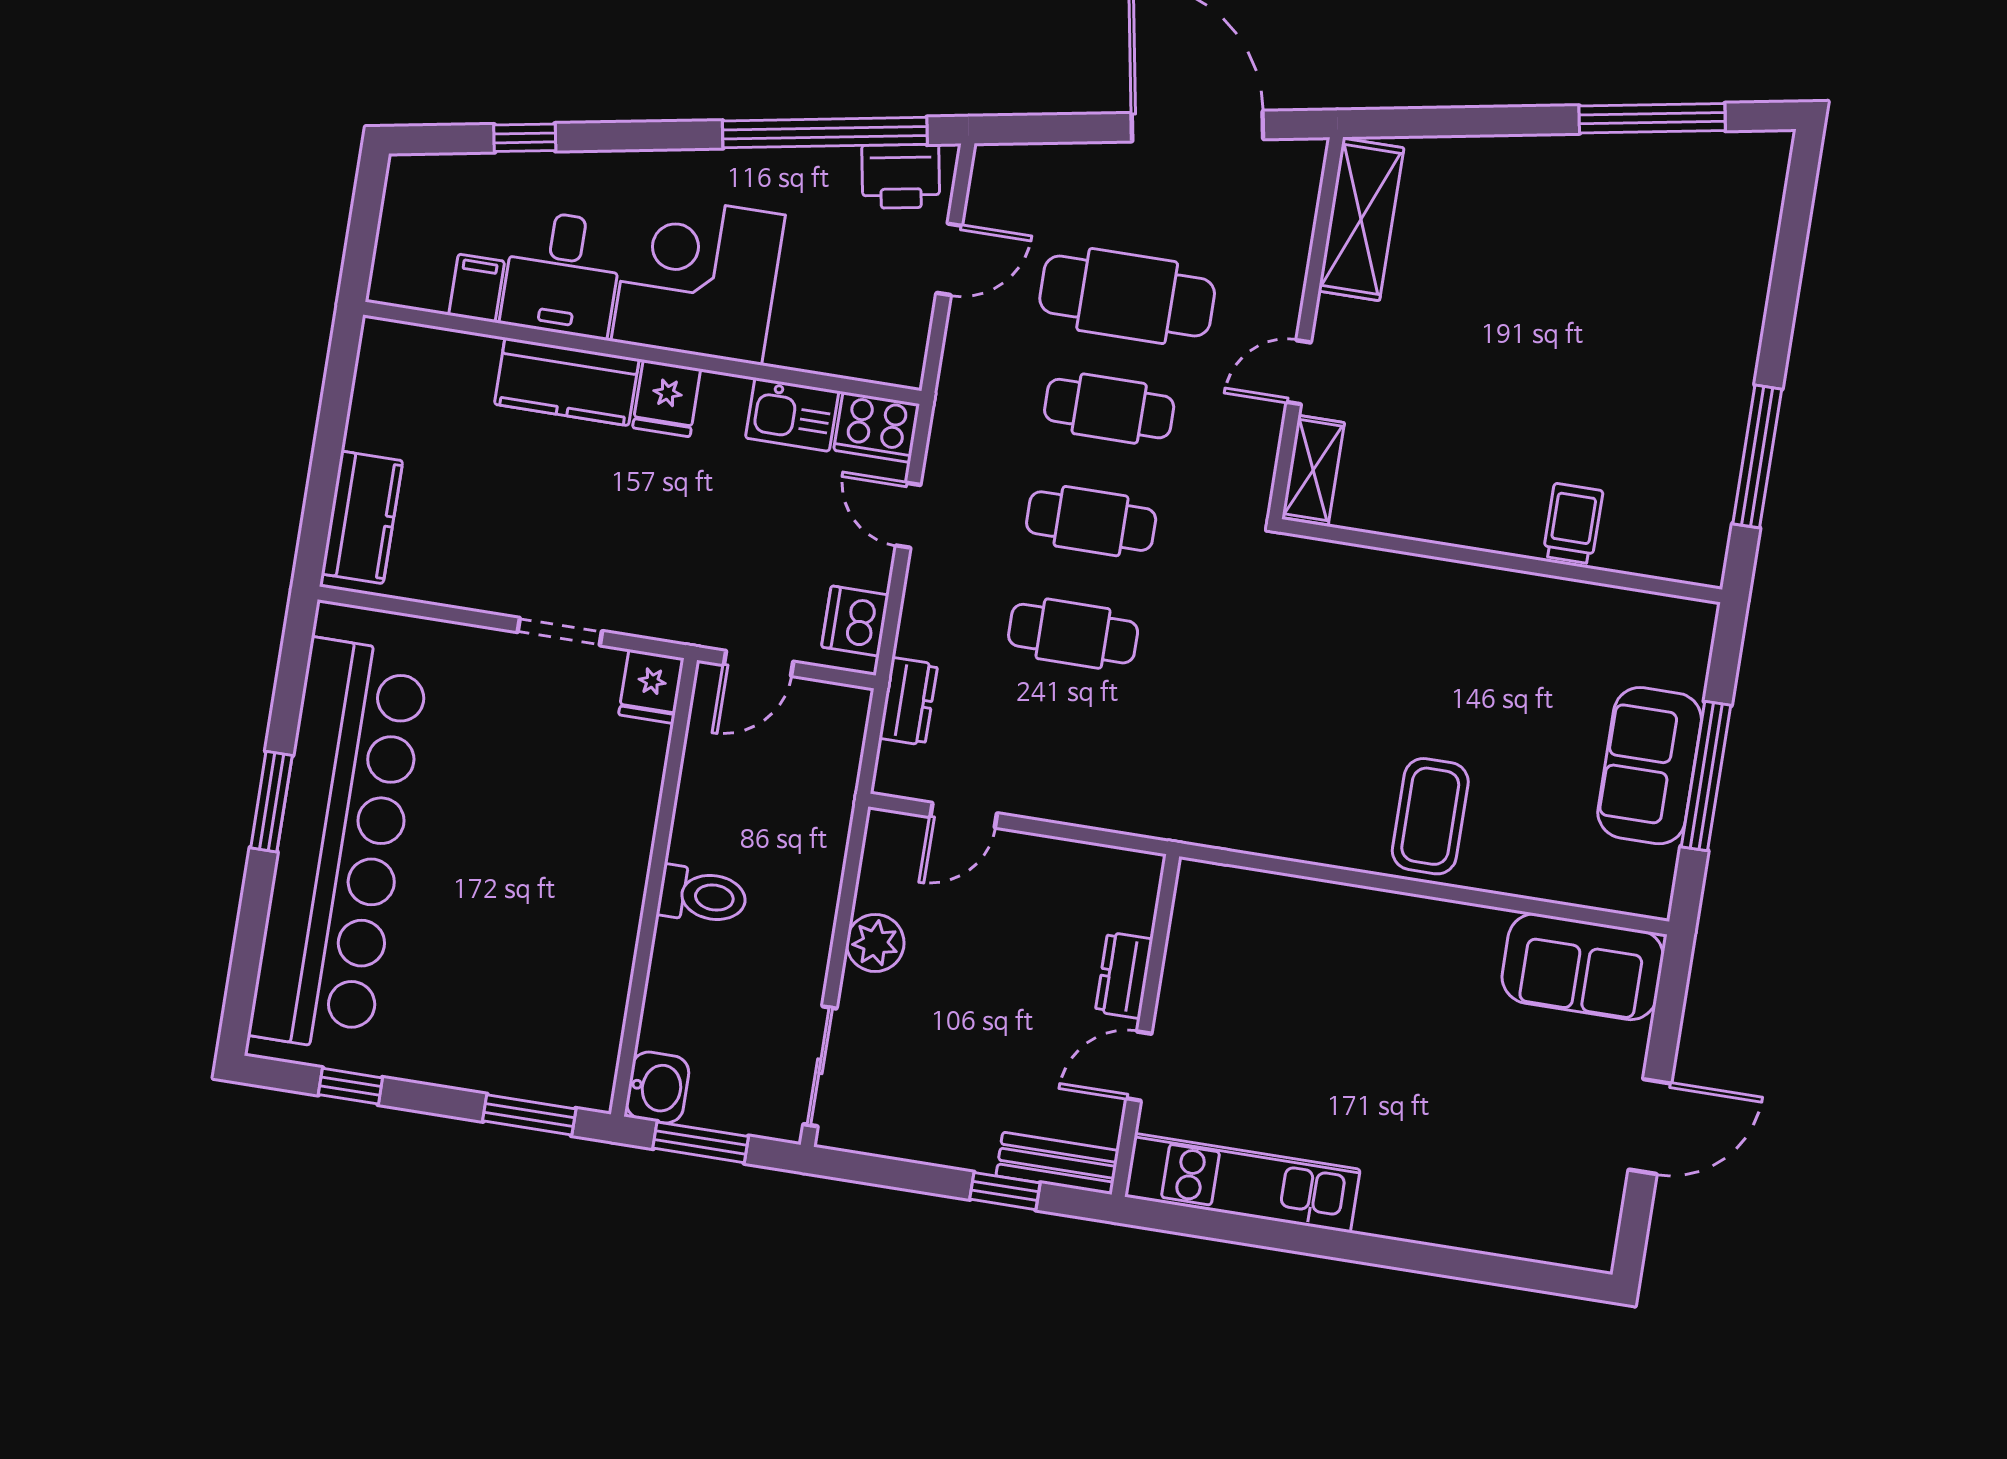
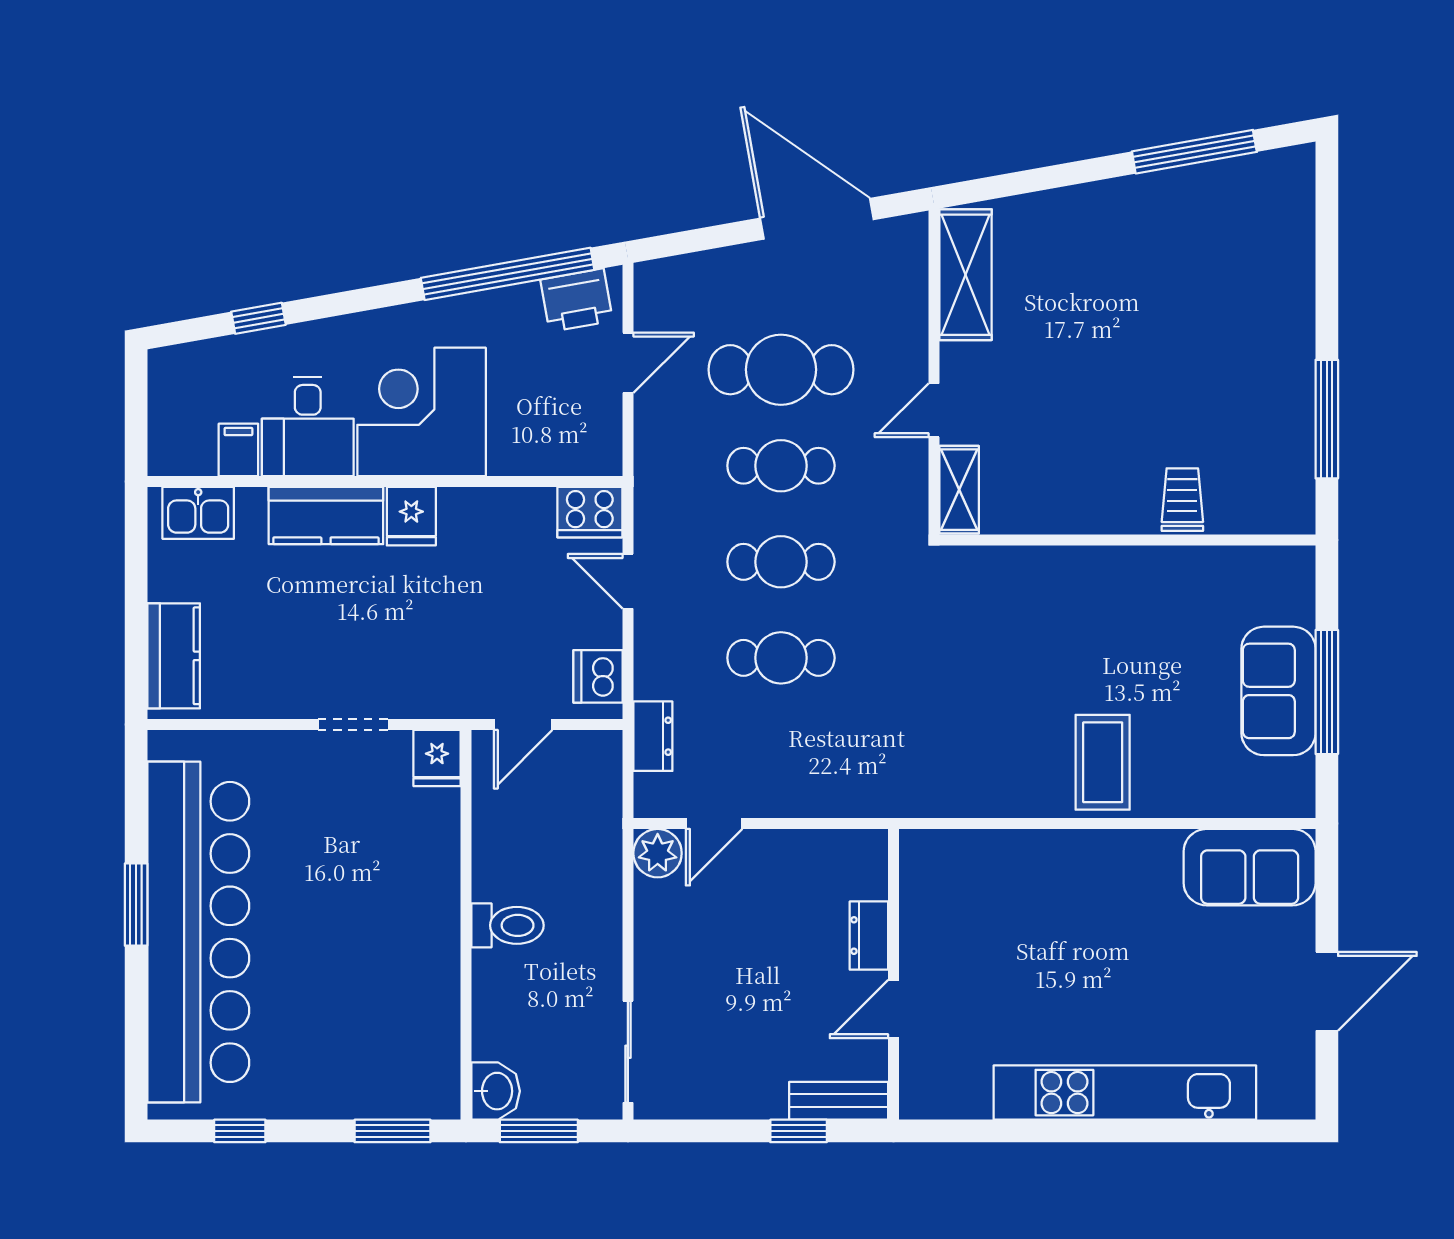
kitchen sink: (792, 414) -> (198, 513), moved
plant: (875, 943) -> (658, 853), moved
kitchen unit: (1242, 1183) -> (1125, 1093), moved, width x1.36

